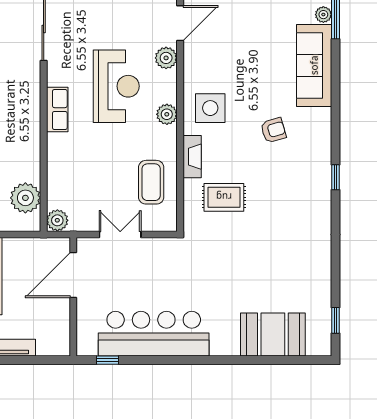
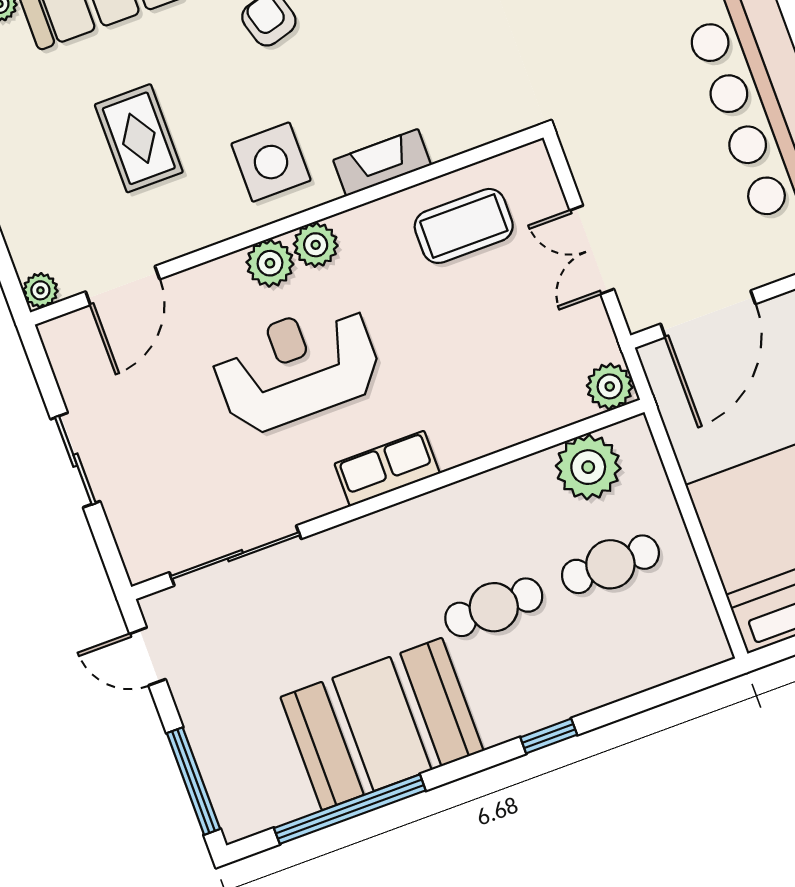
door: (180, 23) -> (123, 285), swing flipped
plant: (166, 58) -> (270, 263), moved
rug: (224, 197) -> (139, 138), moved
door: (73, 275) -> (708, 314), hinge flipped

